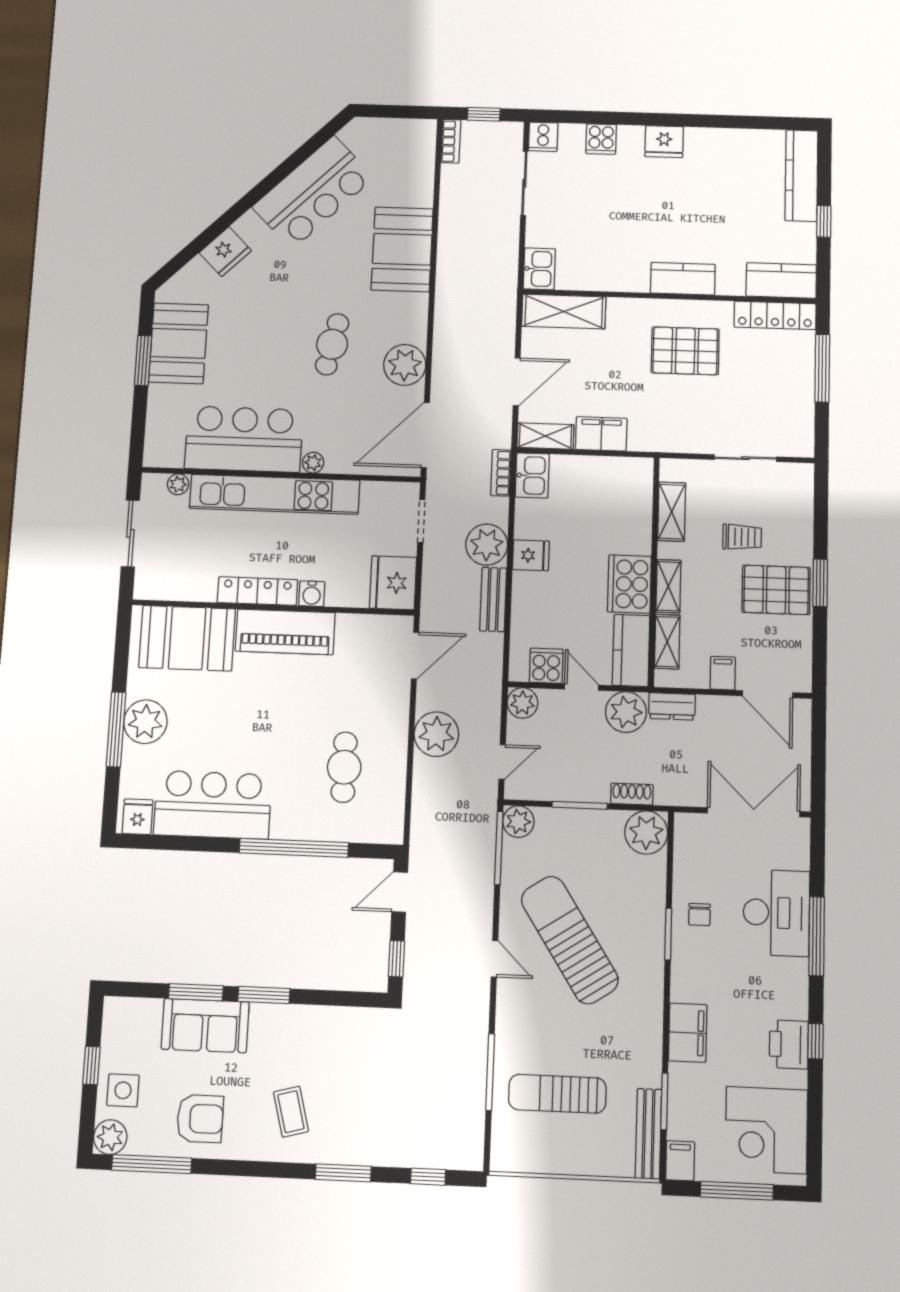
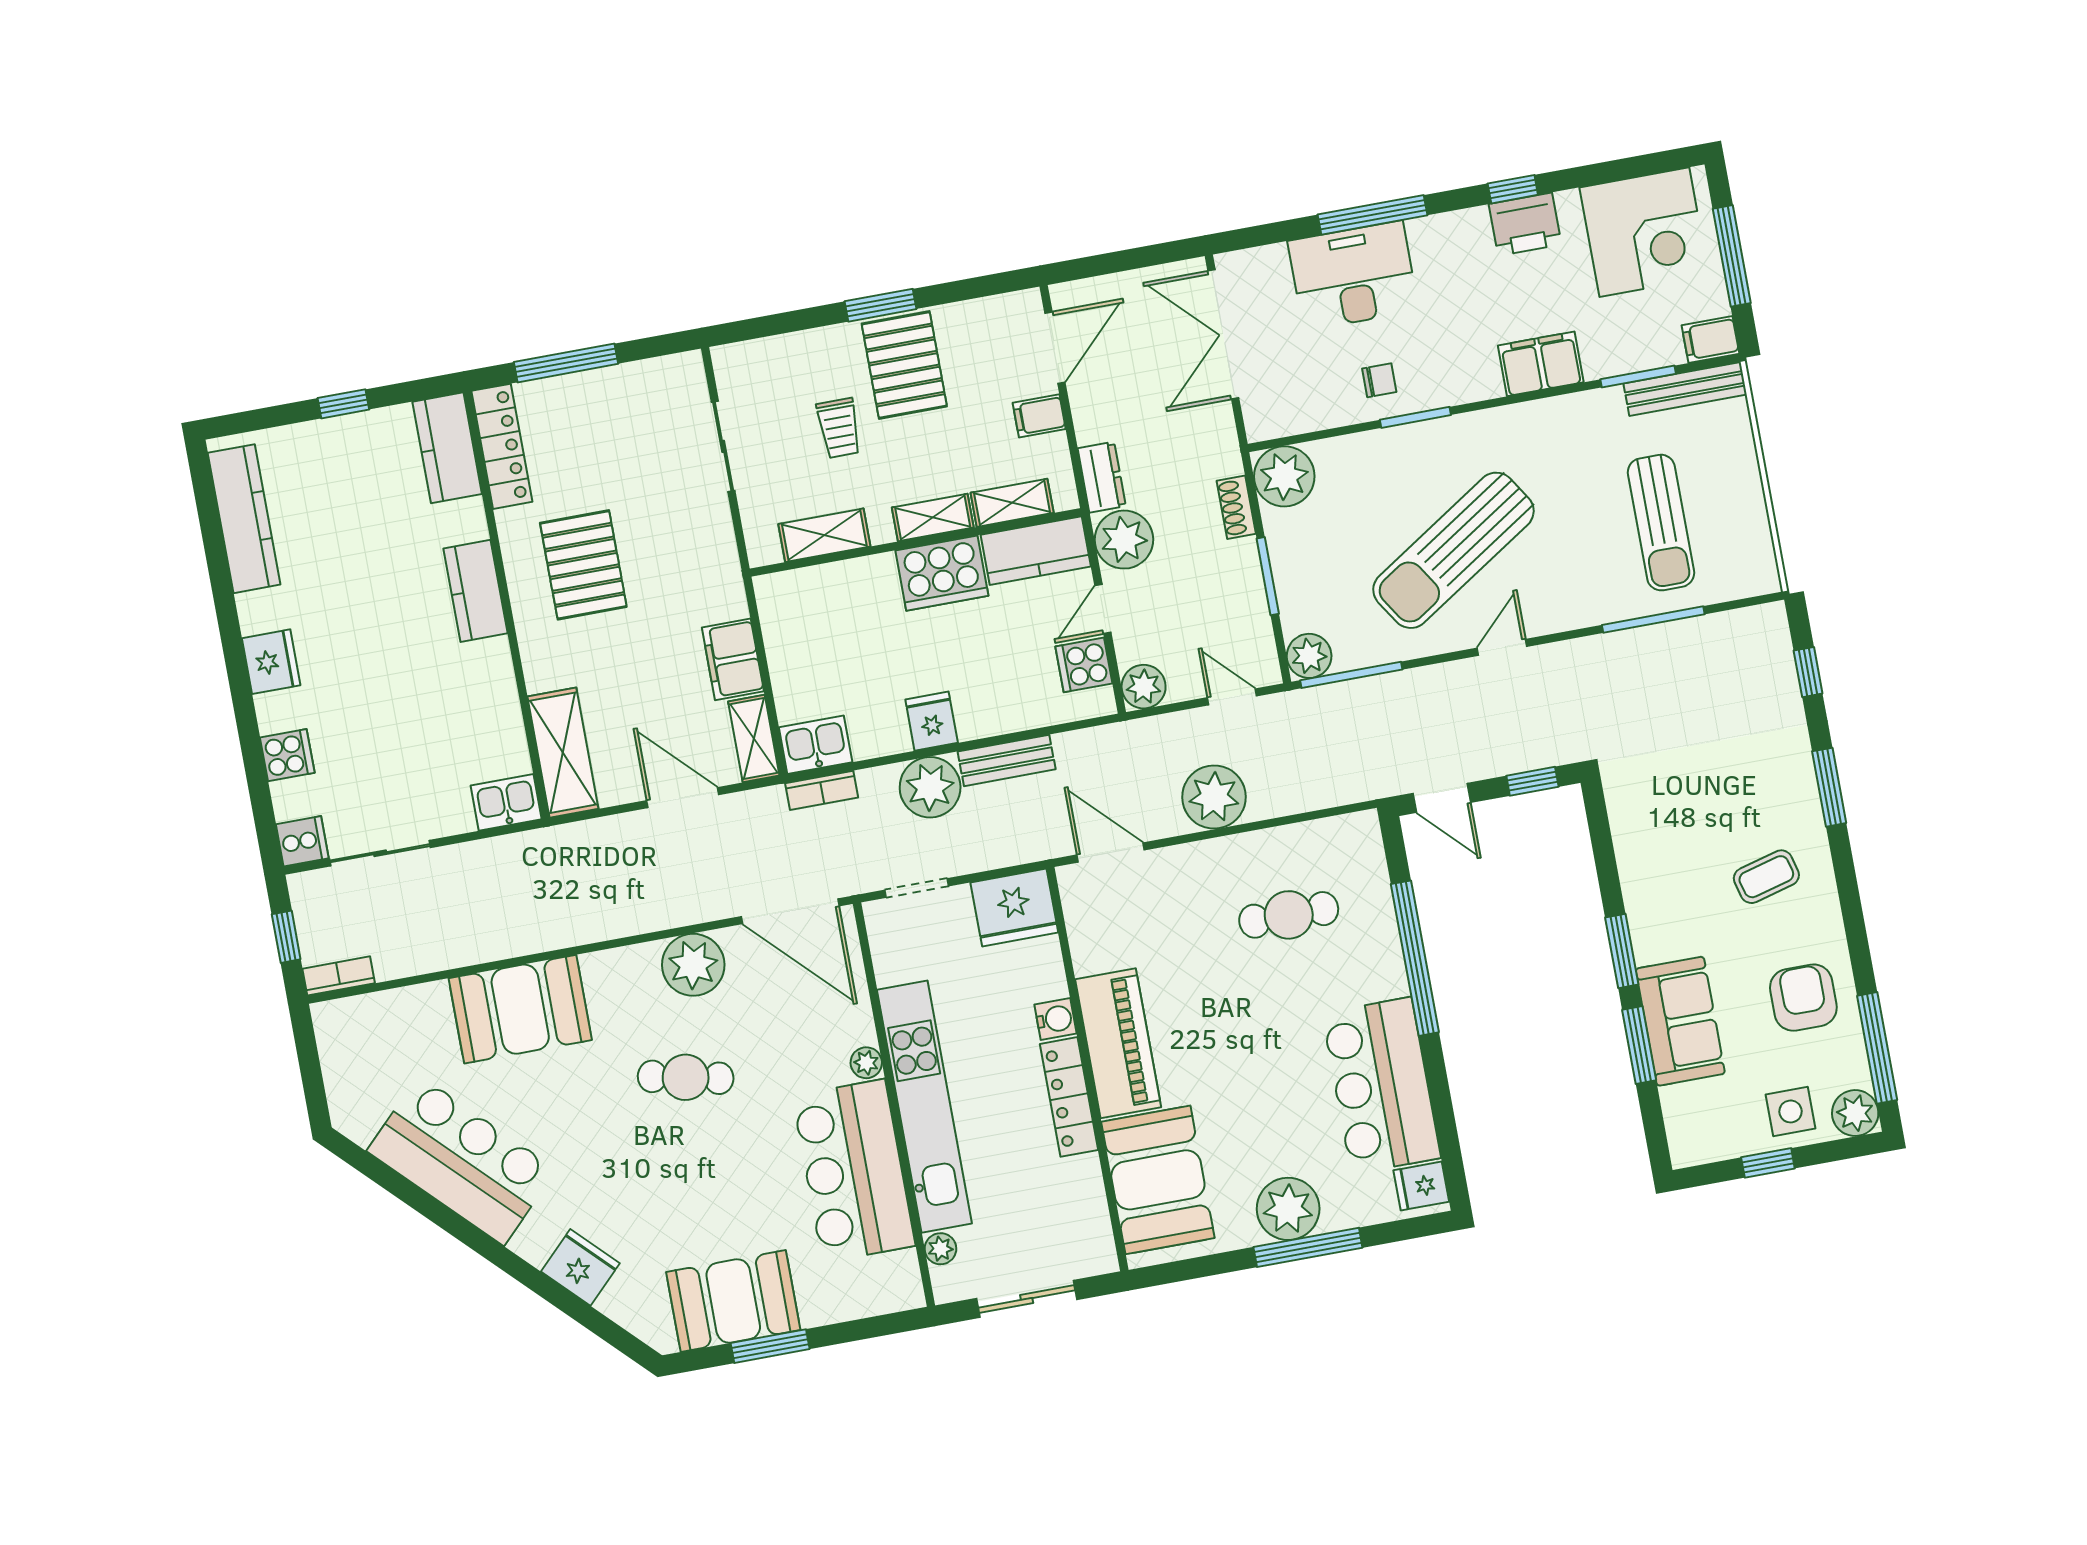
kitchen counter: (801, 176) -> (244, 519), moved, turned -90
trolley: (742, 537) -> (839, 428), turned 180

